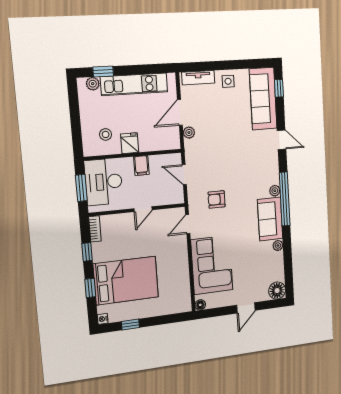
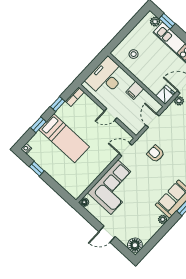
fridge: (130, 143) -> (166, 95), moved
window: (81, 188) -> (91, 68), removed
bed: (126, 281) -> (64, 138), width x0.67

